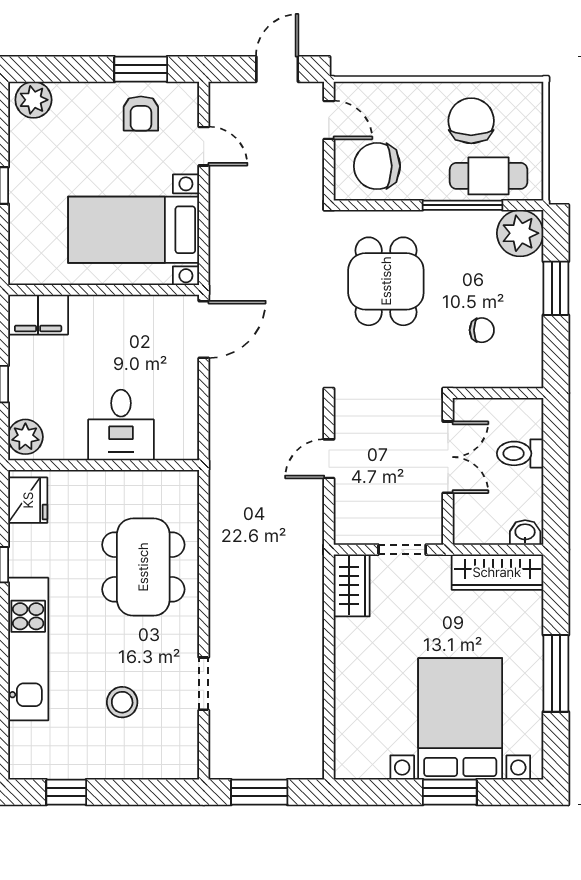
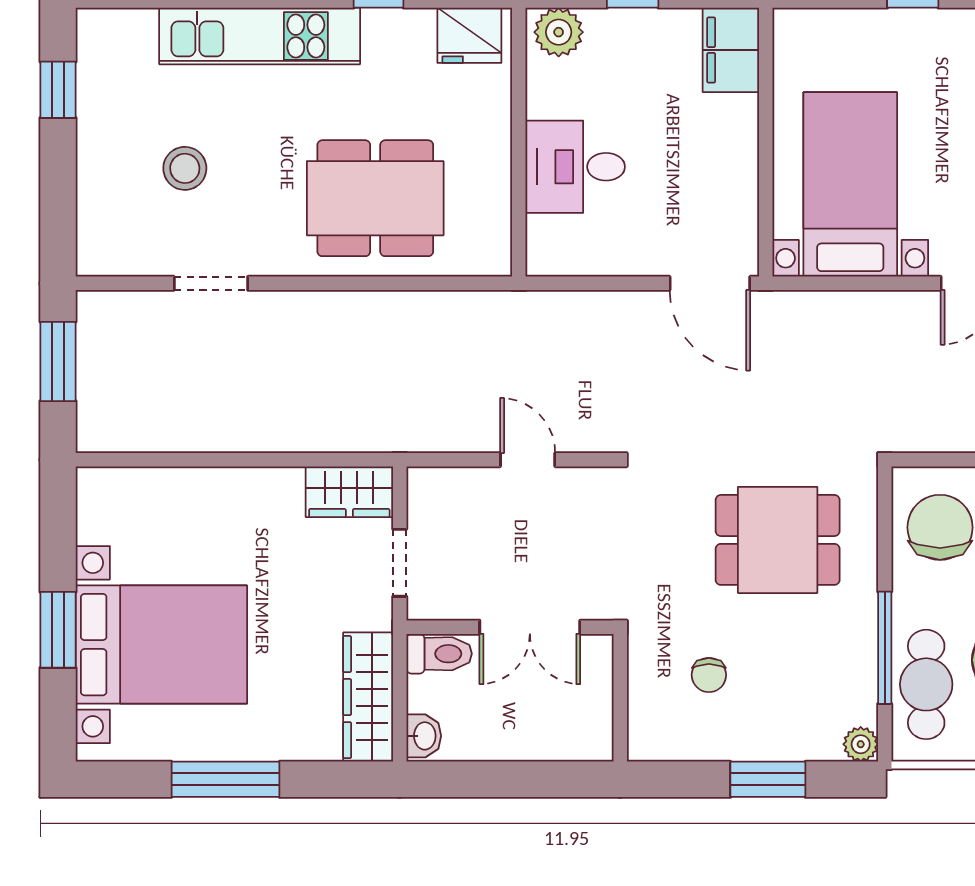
plant: (520, 233) -> (861, 744), width x0.53, depth x0.53
toilet: (520, 453) -> (439, 654), moved, turned 90

